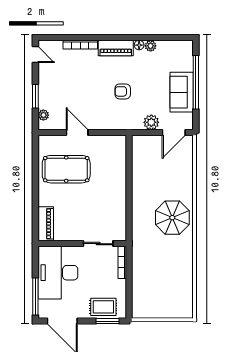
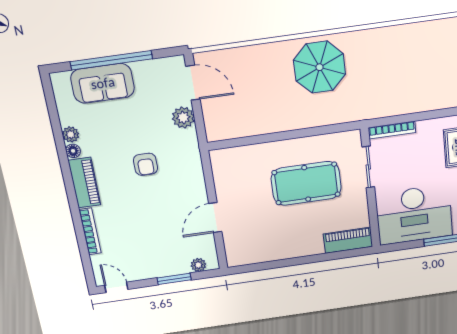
door: (35, 54) -> (116, 287), hinge flipped
sofa: (182, 92) -> (103, 83), moved
pool table: (66, 169) -> (306, 183), moved, turned 90

